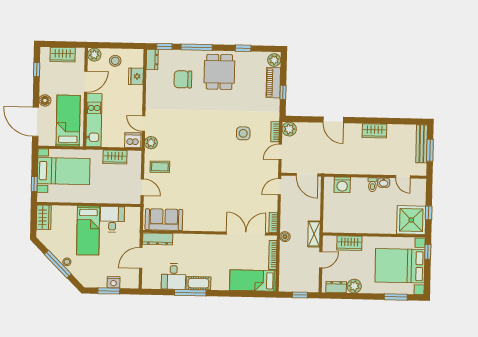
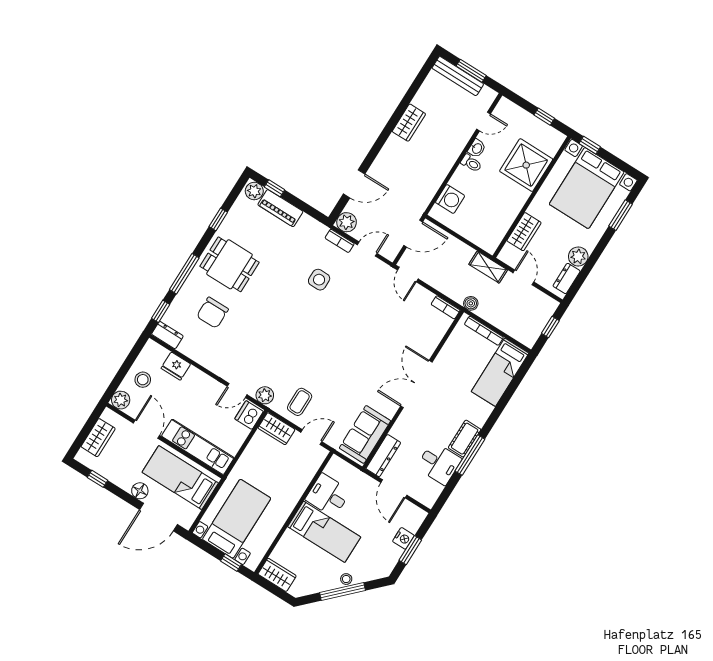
window: (283, 92) -> (274, 188), moved
door: (333, 120) -> (354, 184), moved
door: (280, 152) -> (367, 249), swing flipped
wardrobe: (115, 157) -> (276, 429), moved, turned 90
shower: (411, 220) -> (526, 165), moved
double door: (246, 233) -> (416, 384), moved

